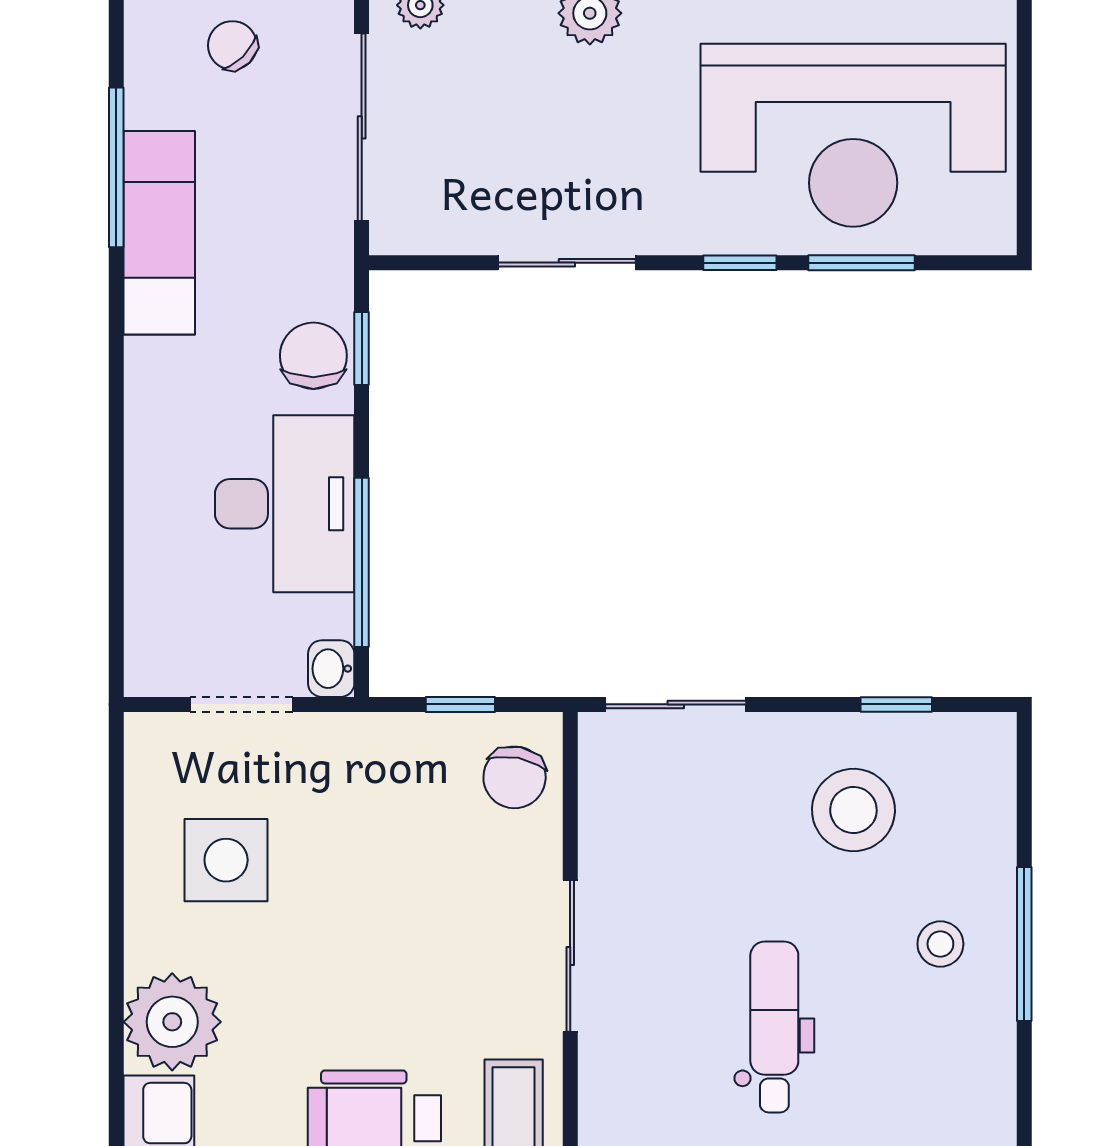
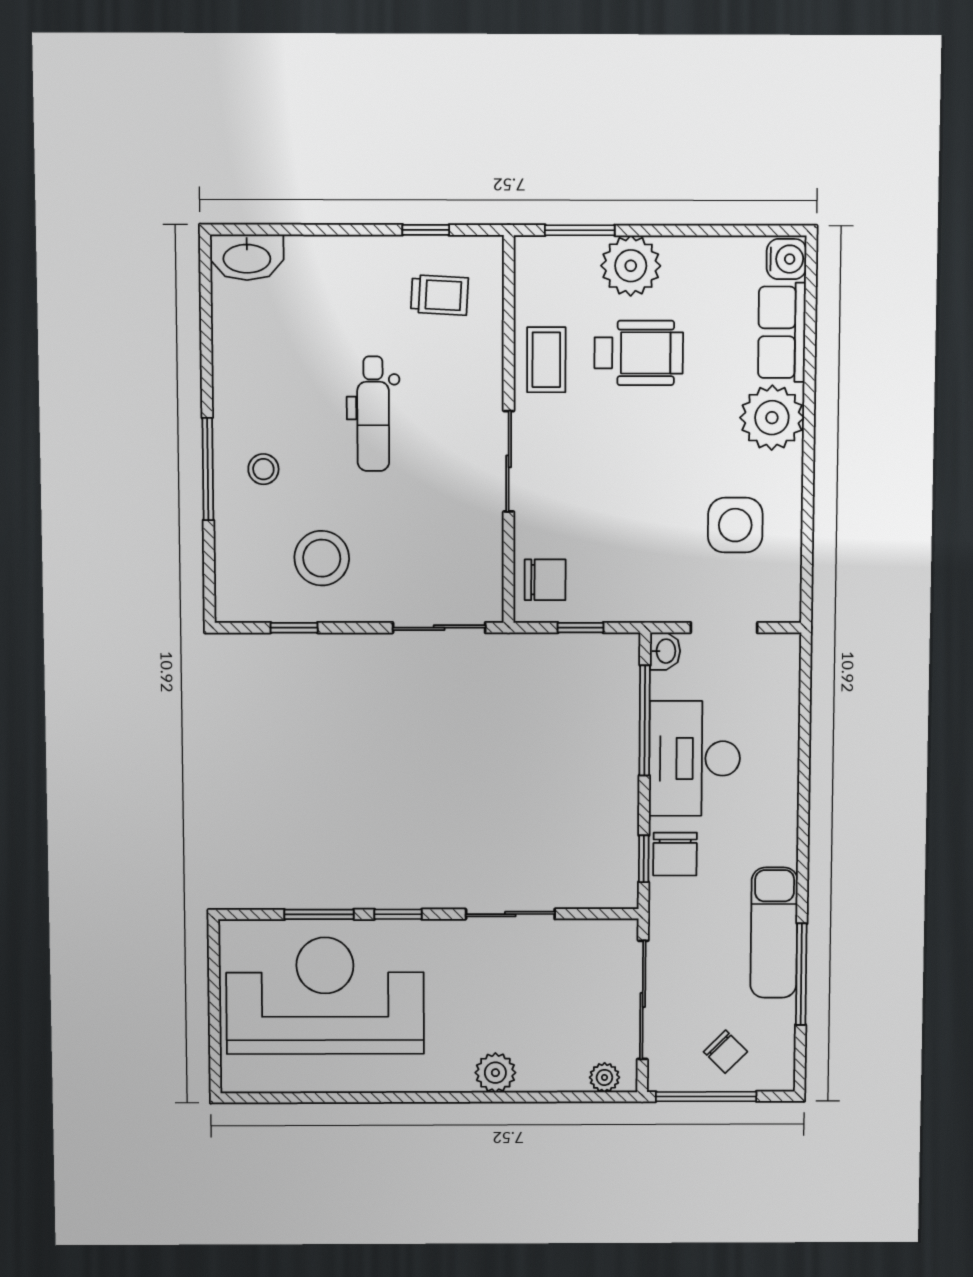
chair: (515, 777) -> (545, 580), turned 79

